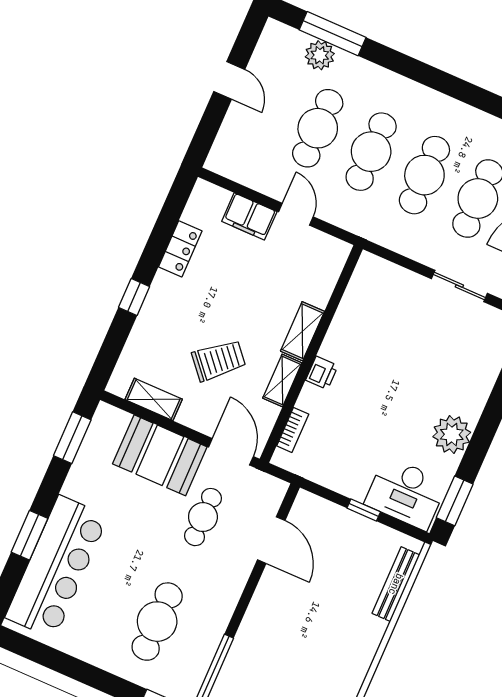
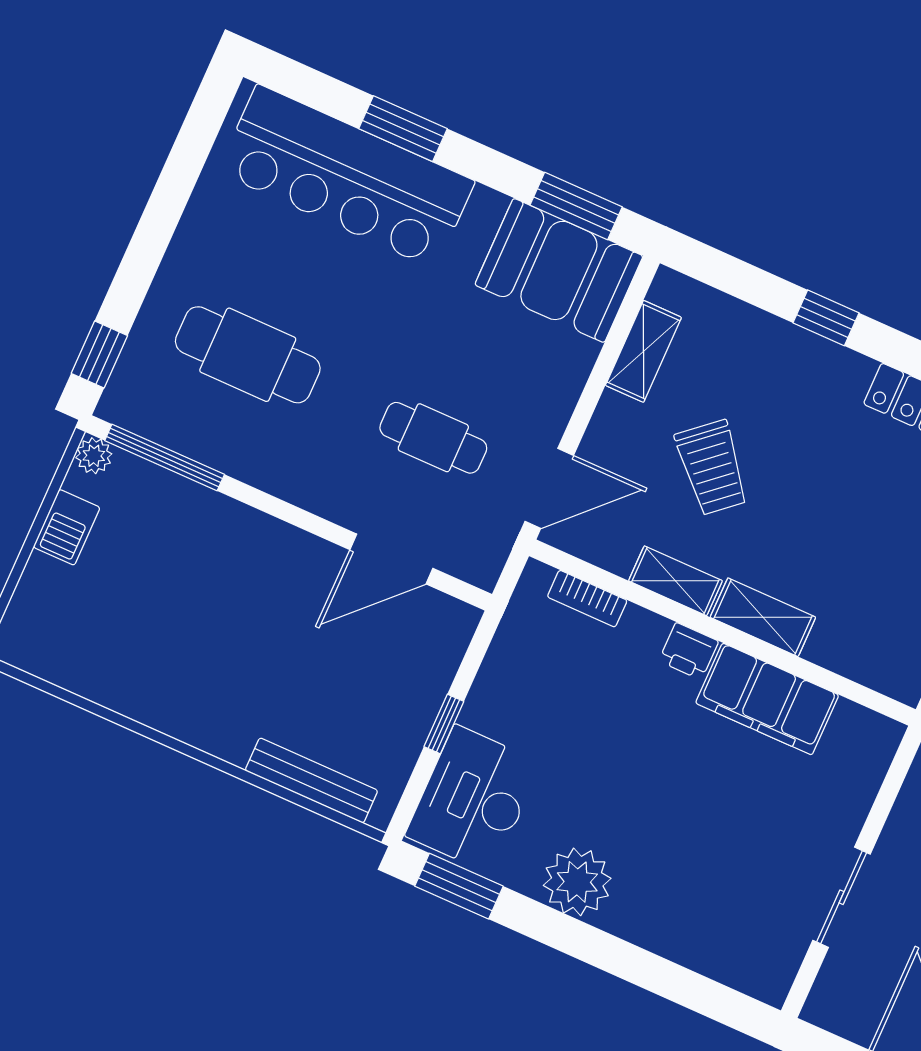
filing cabinet: (348, 329) -> (767, 699), added
booth: (160, 455) -> (559, 270), moved, turned 90

